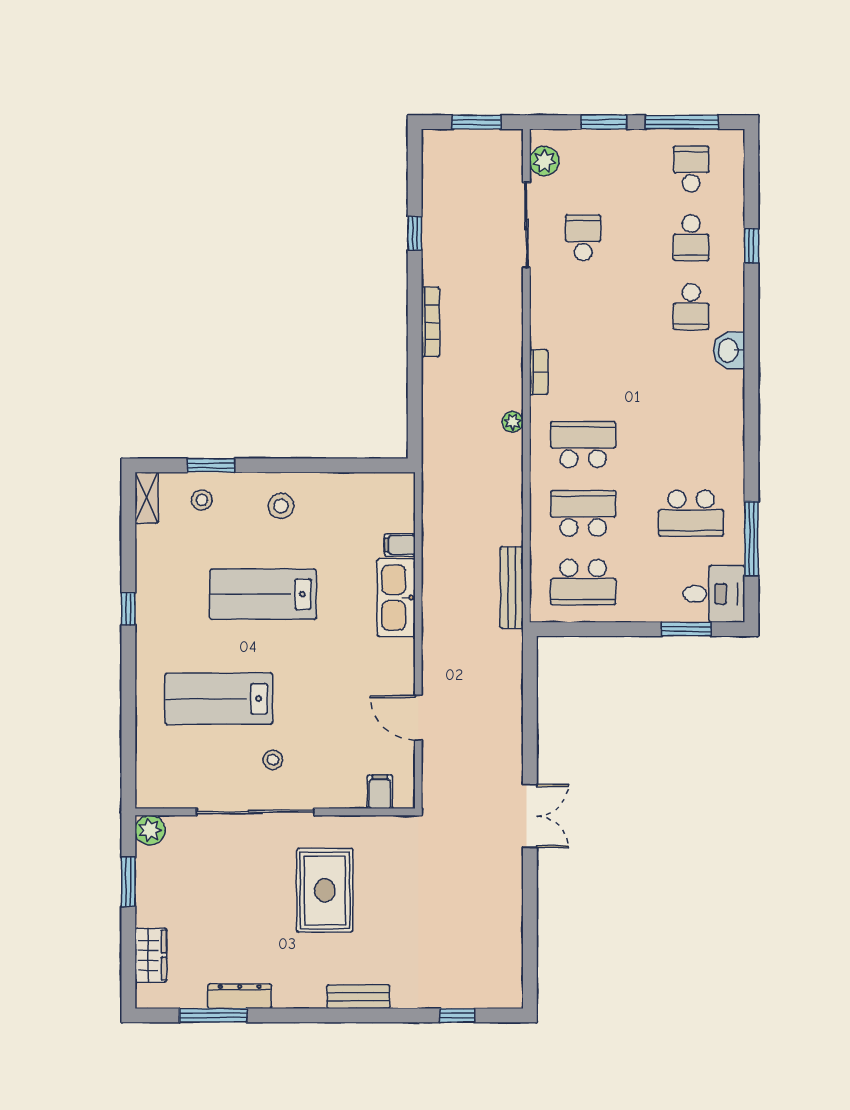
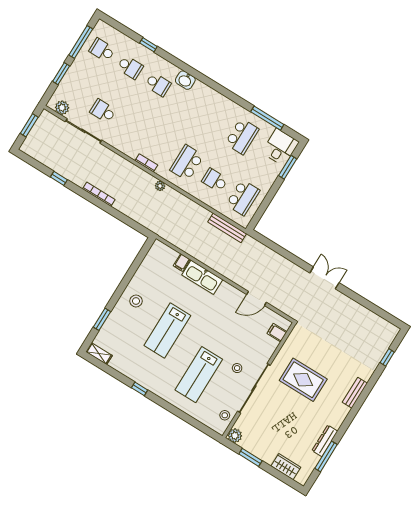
stool: (202, 500) -> (225, 415), moved
school desk: (583, 513) -> (215, 180), width x0.54

